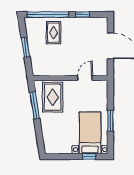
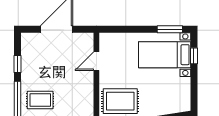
door: (85, 78) -> (96, 61), hinge flipped
window: (110, 121) -> (170, 29), moved

